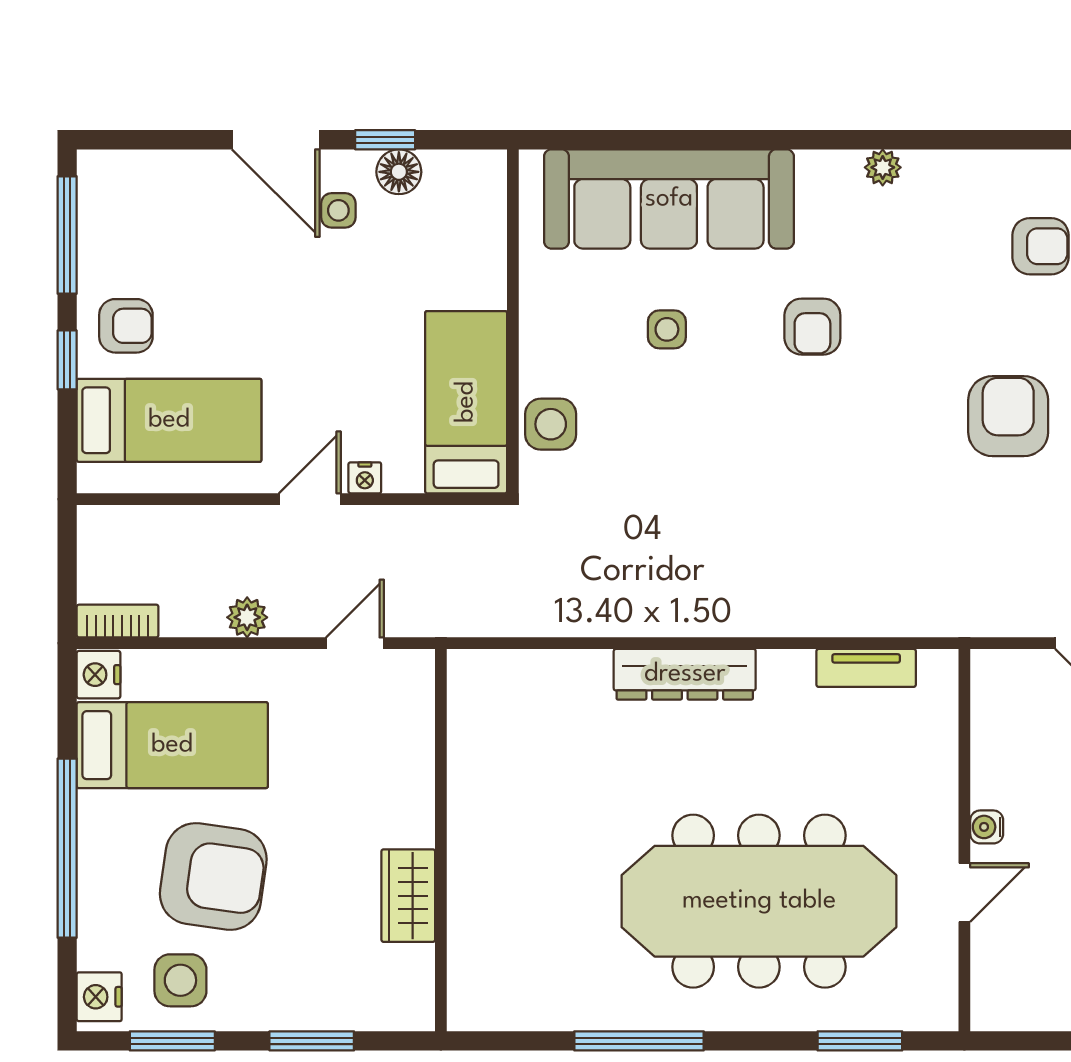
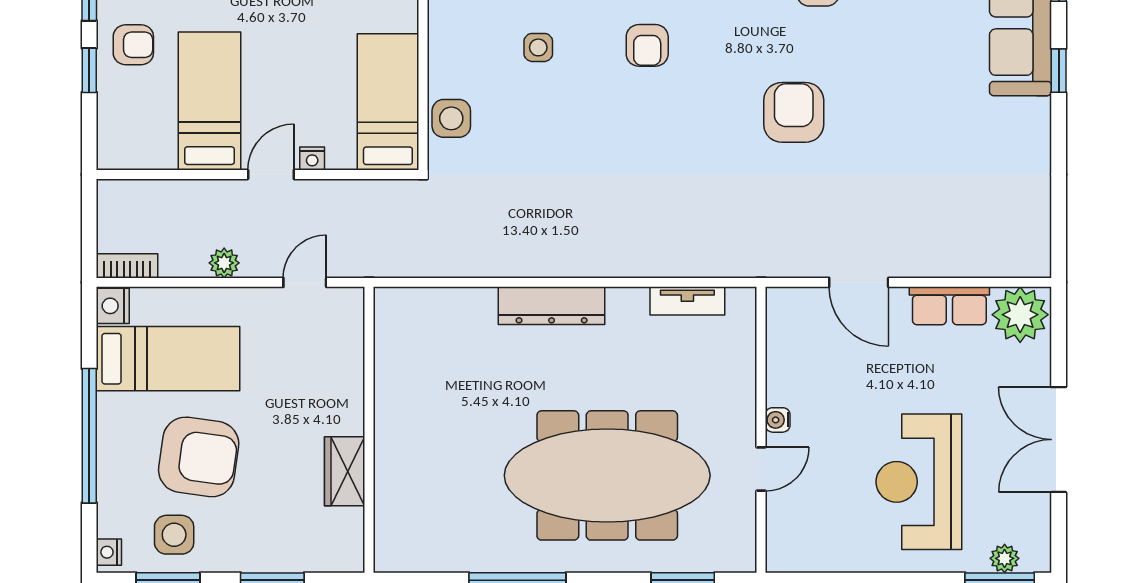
bed: (169, 420) -> (210, 101), moved, turned -90
nightstand: (99, 997) -> (109, 552), width x0.72, depth x0.74

